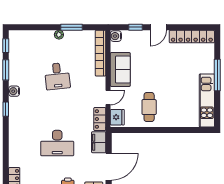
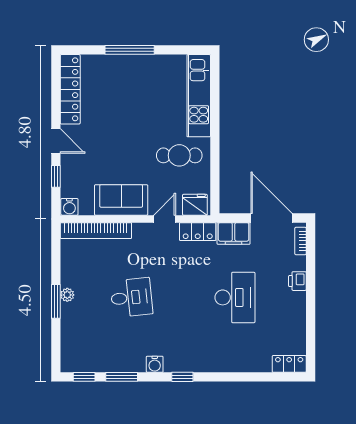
window: (71, 27) -> (56, 301), moved
door: (108, 98) -> (165, 219), hinge flipped
kitchen unit: (207, 100) -> (199, 96), moved, turned 90

